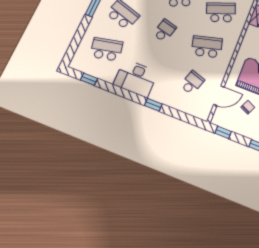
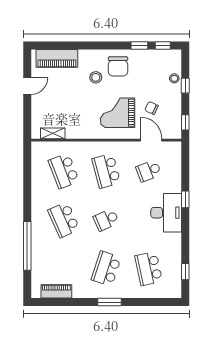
school desk: (165, 31) -> (106, 220), turned -39
desk: (136, 78) -> (166, 213), moved
school desk: (192, 83) -> (149, 171), turned -39

